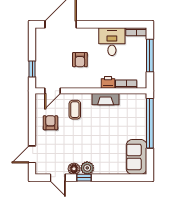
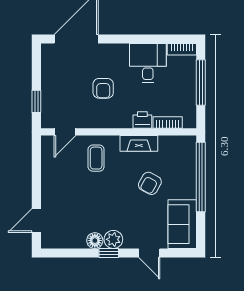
armchair: (50, 123) -> (150, 183), moved, turned -151
door: (58, 178) -> (149, 253), moved

